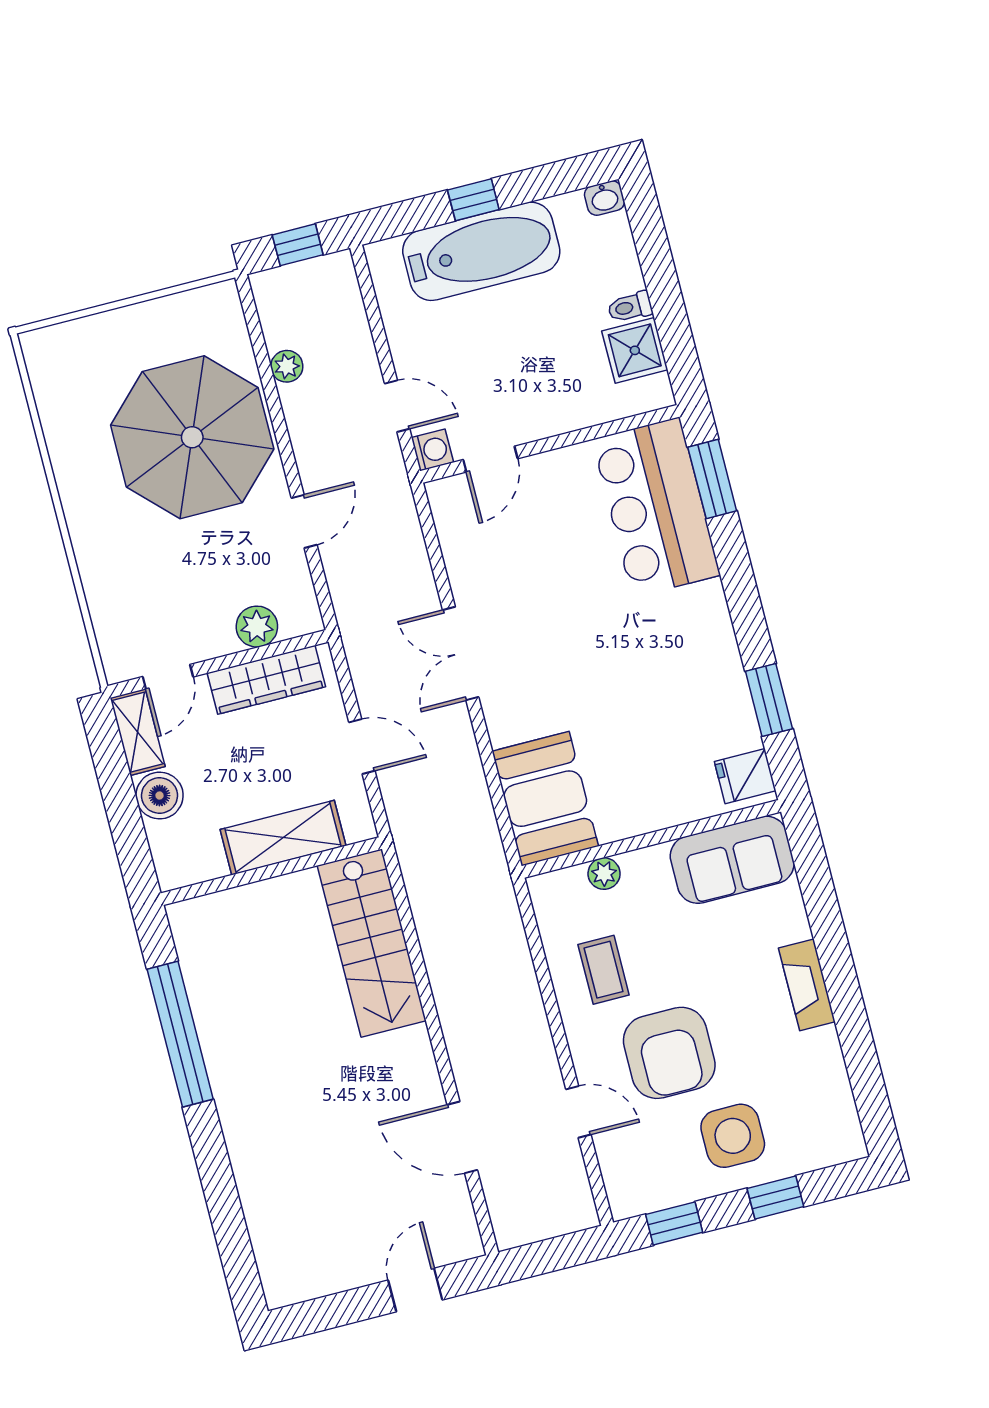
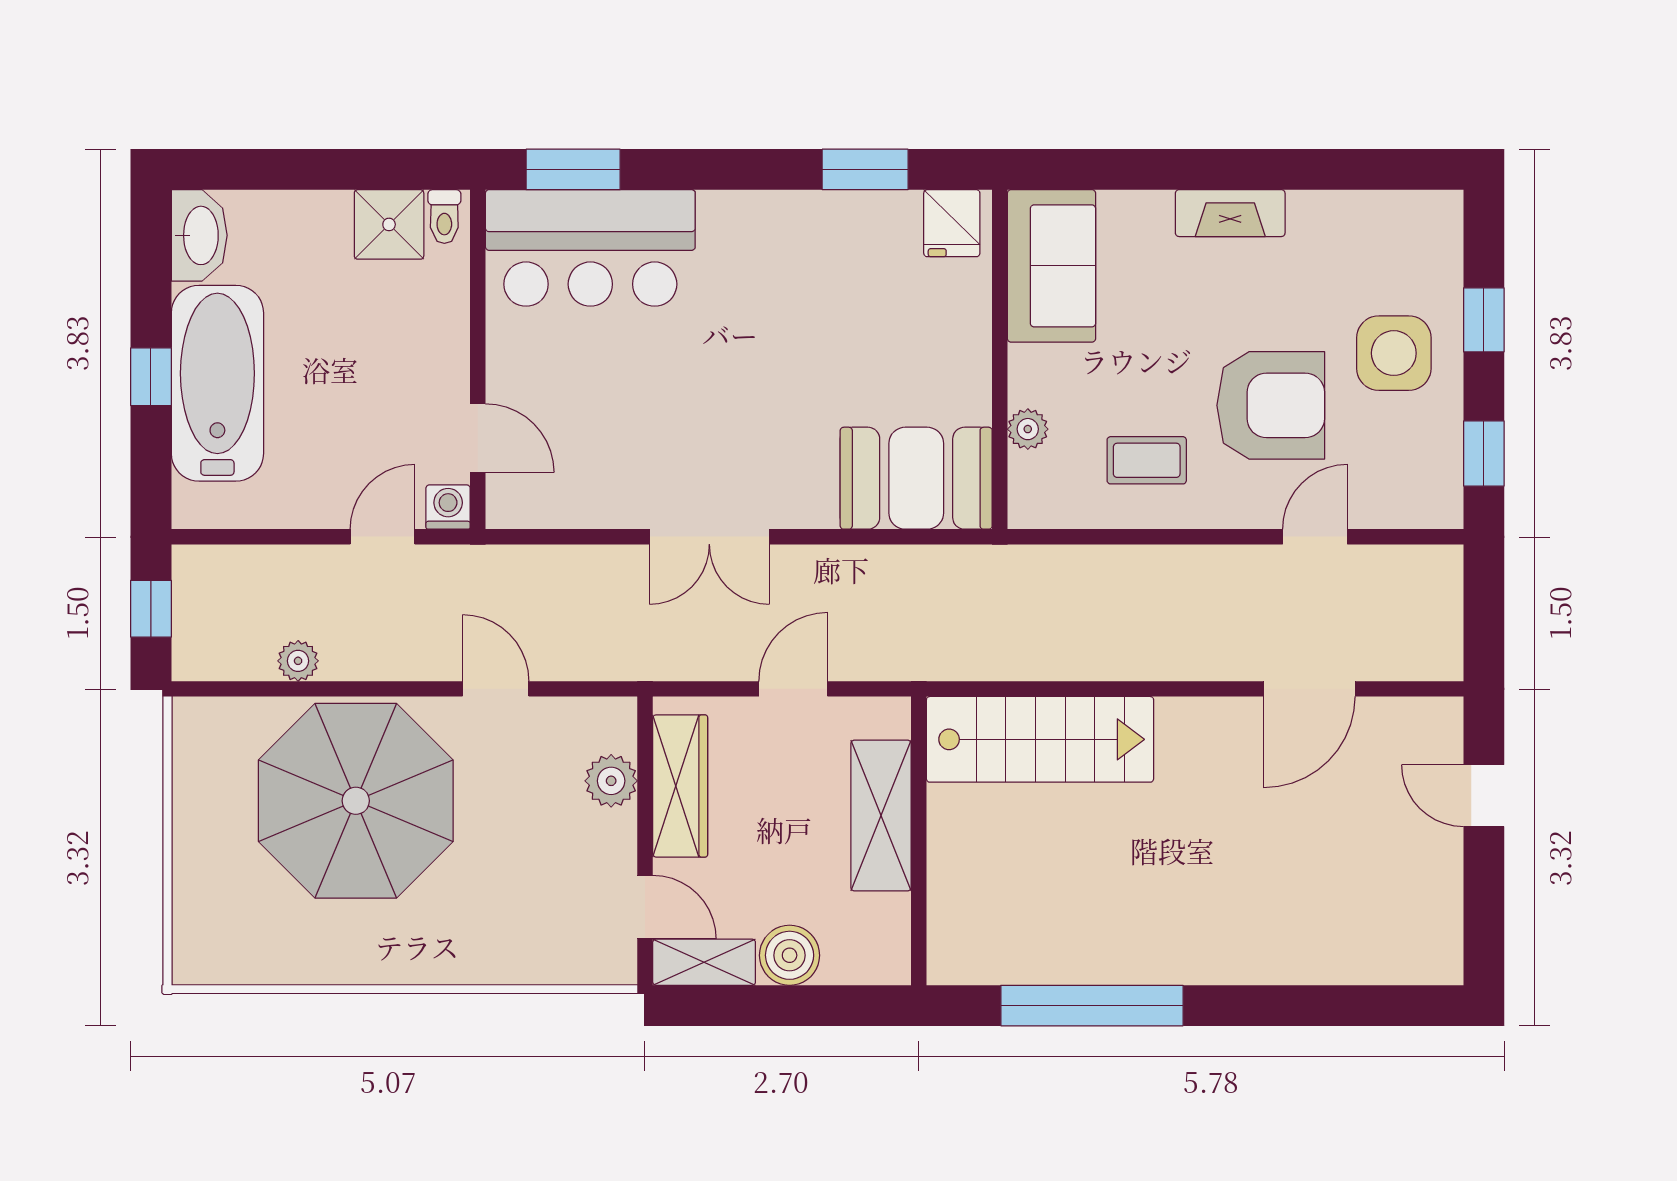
washbasin: (604, 198) -> (199, 235), width x1.91, depth x1.45
toilet: (630, 307) -> (444, 217), moved

